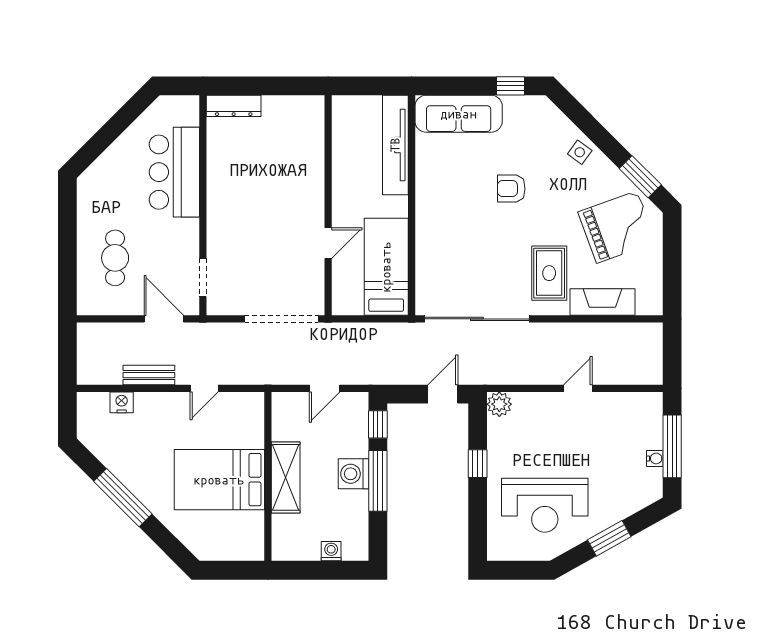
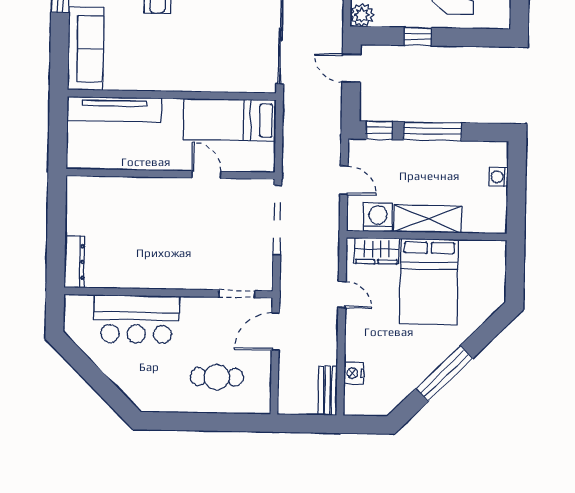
bench: (149, 375) -> (328, 391), moved
wardrobe: (251, 424) -> (377, 251), added
washing machine: (354, 474) -> (378, 217), moved, turned 180

